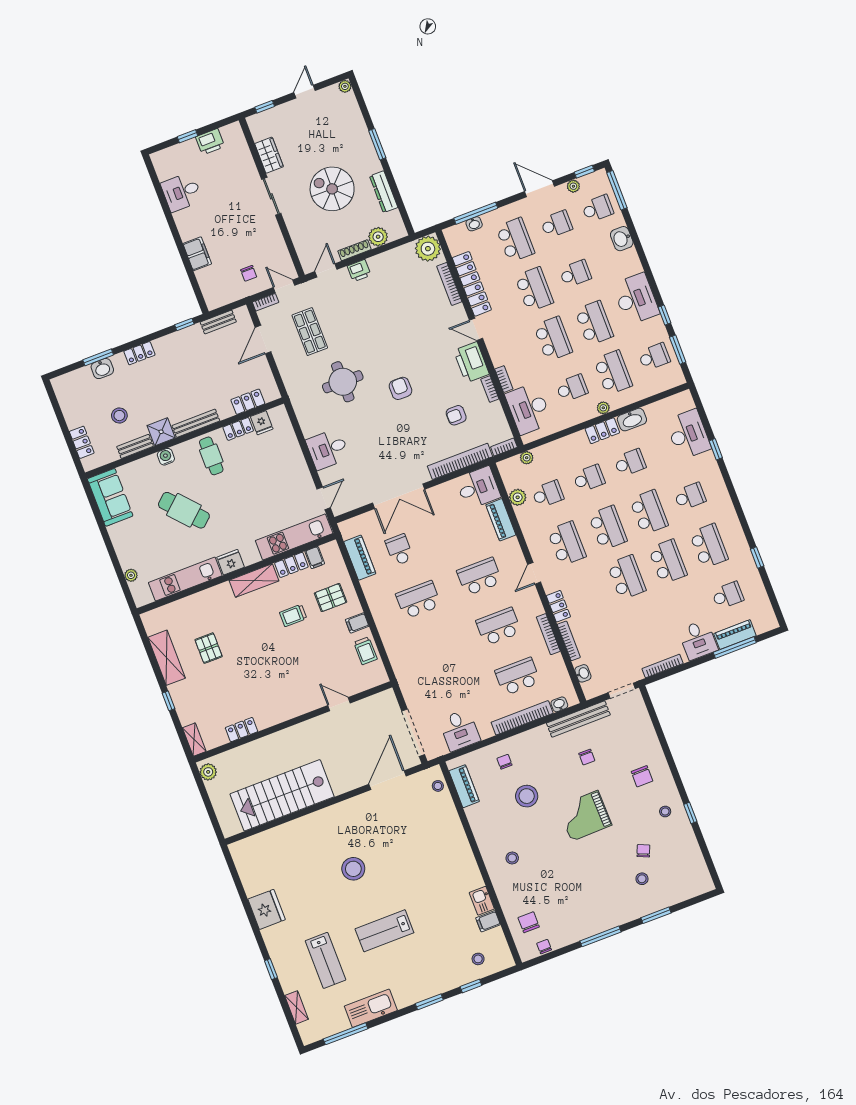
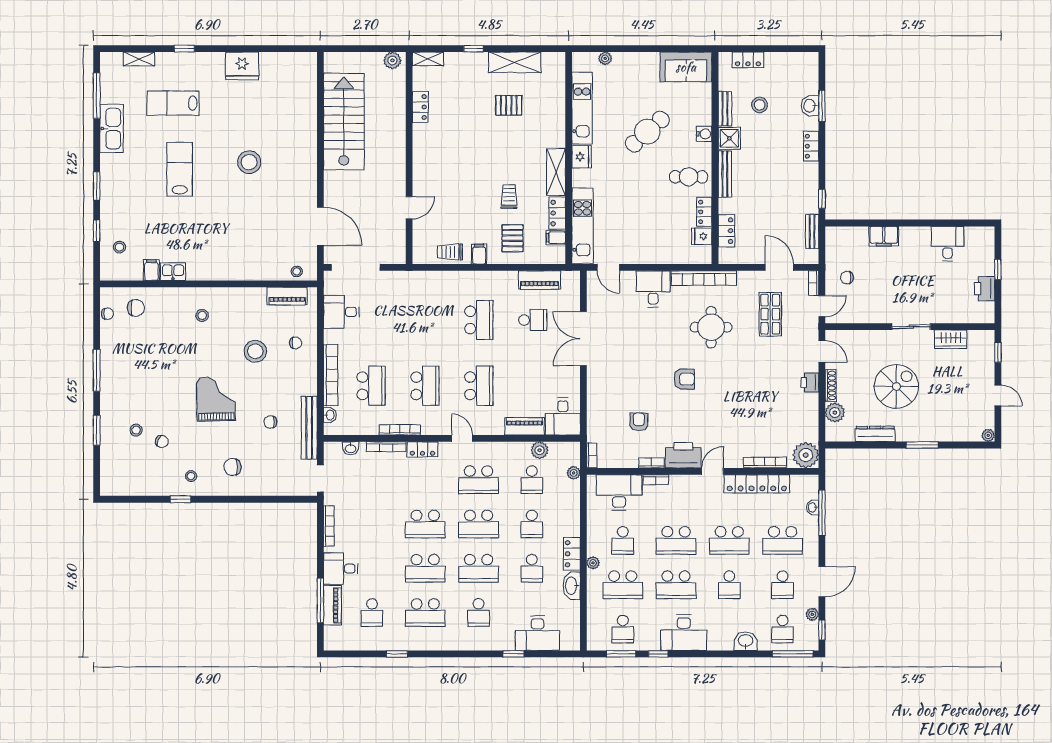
shop shelf: (310, 332) -> (770, 314), turned 90
bookcase: (460, 461) -> (704, 278), moved, turned 90

